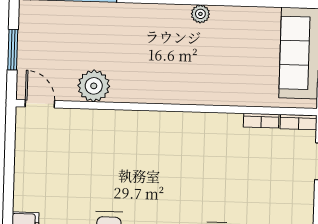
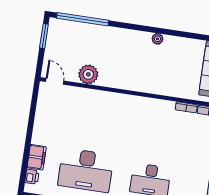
window: (13, 50) -> (44, 36), moved

